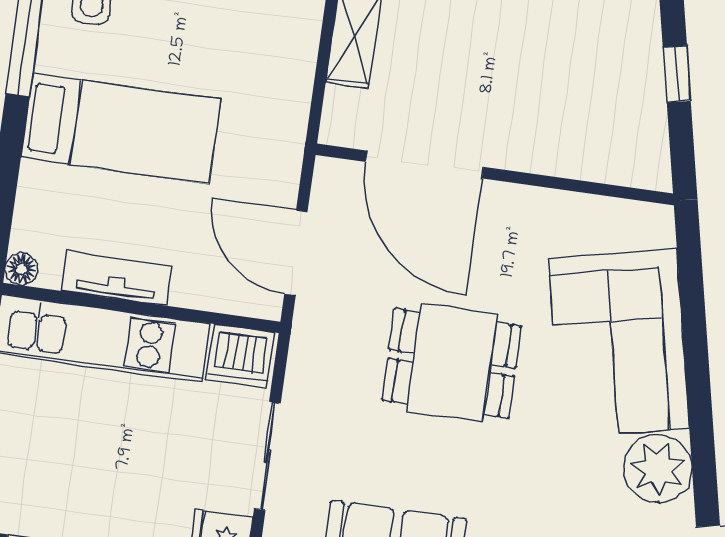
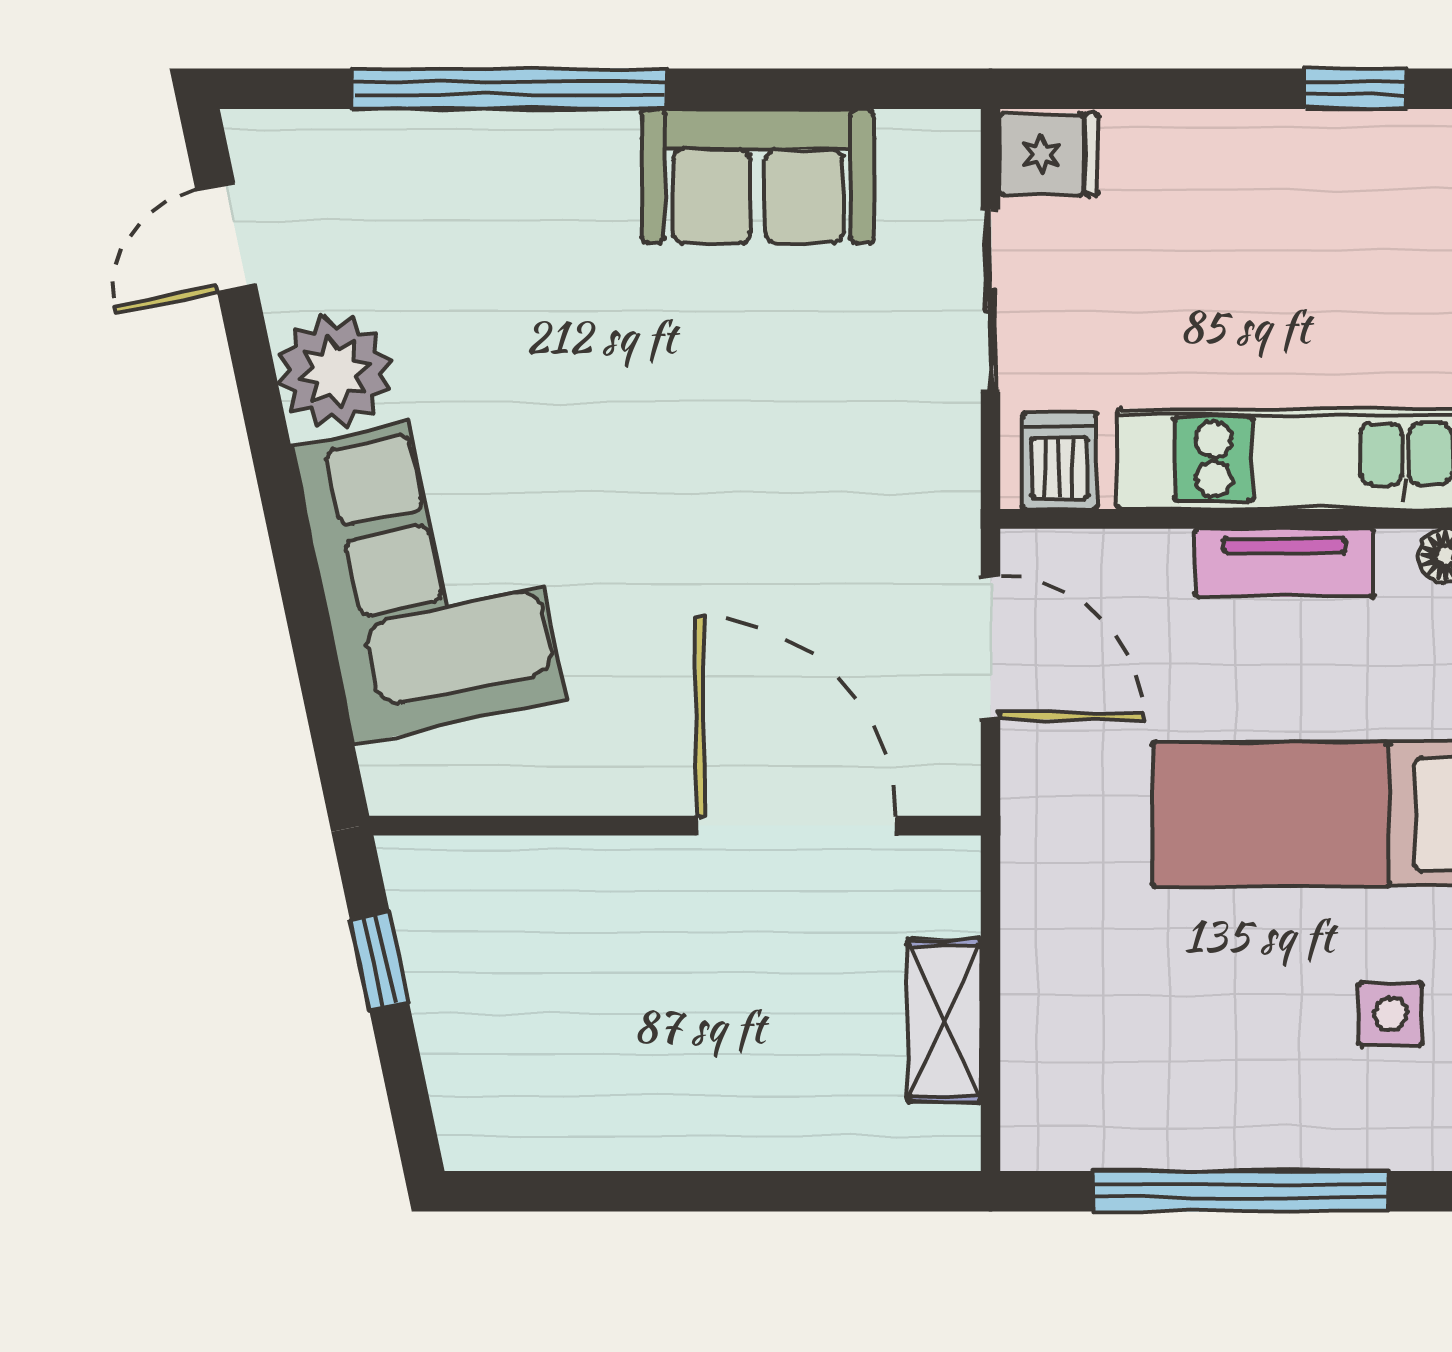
window: (677, 74) -> (379, 961), moved
dishwasher: (240, 356) -> (1059, 461), width x0.73
dining table: (452, 363) -> (704, 500), removed

